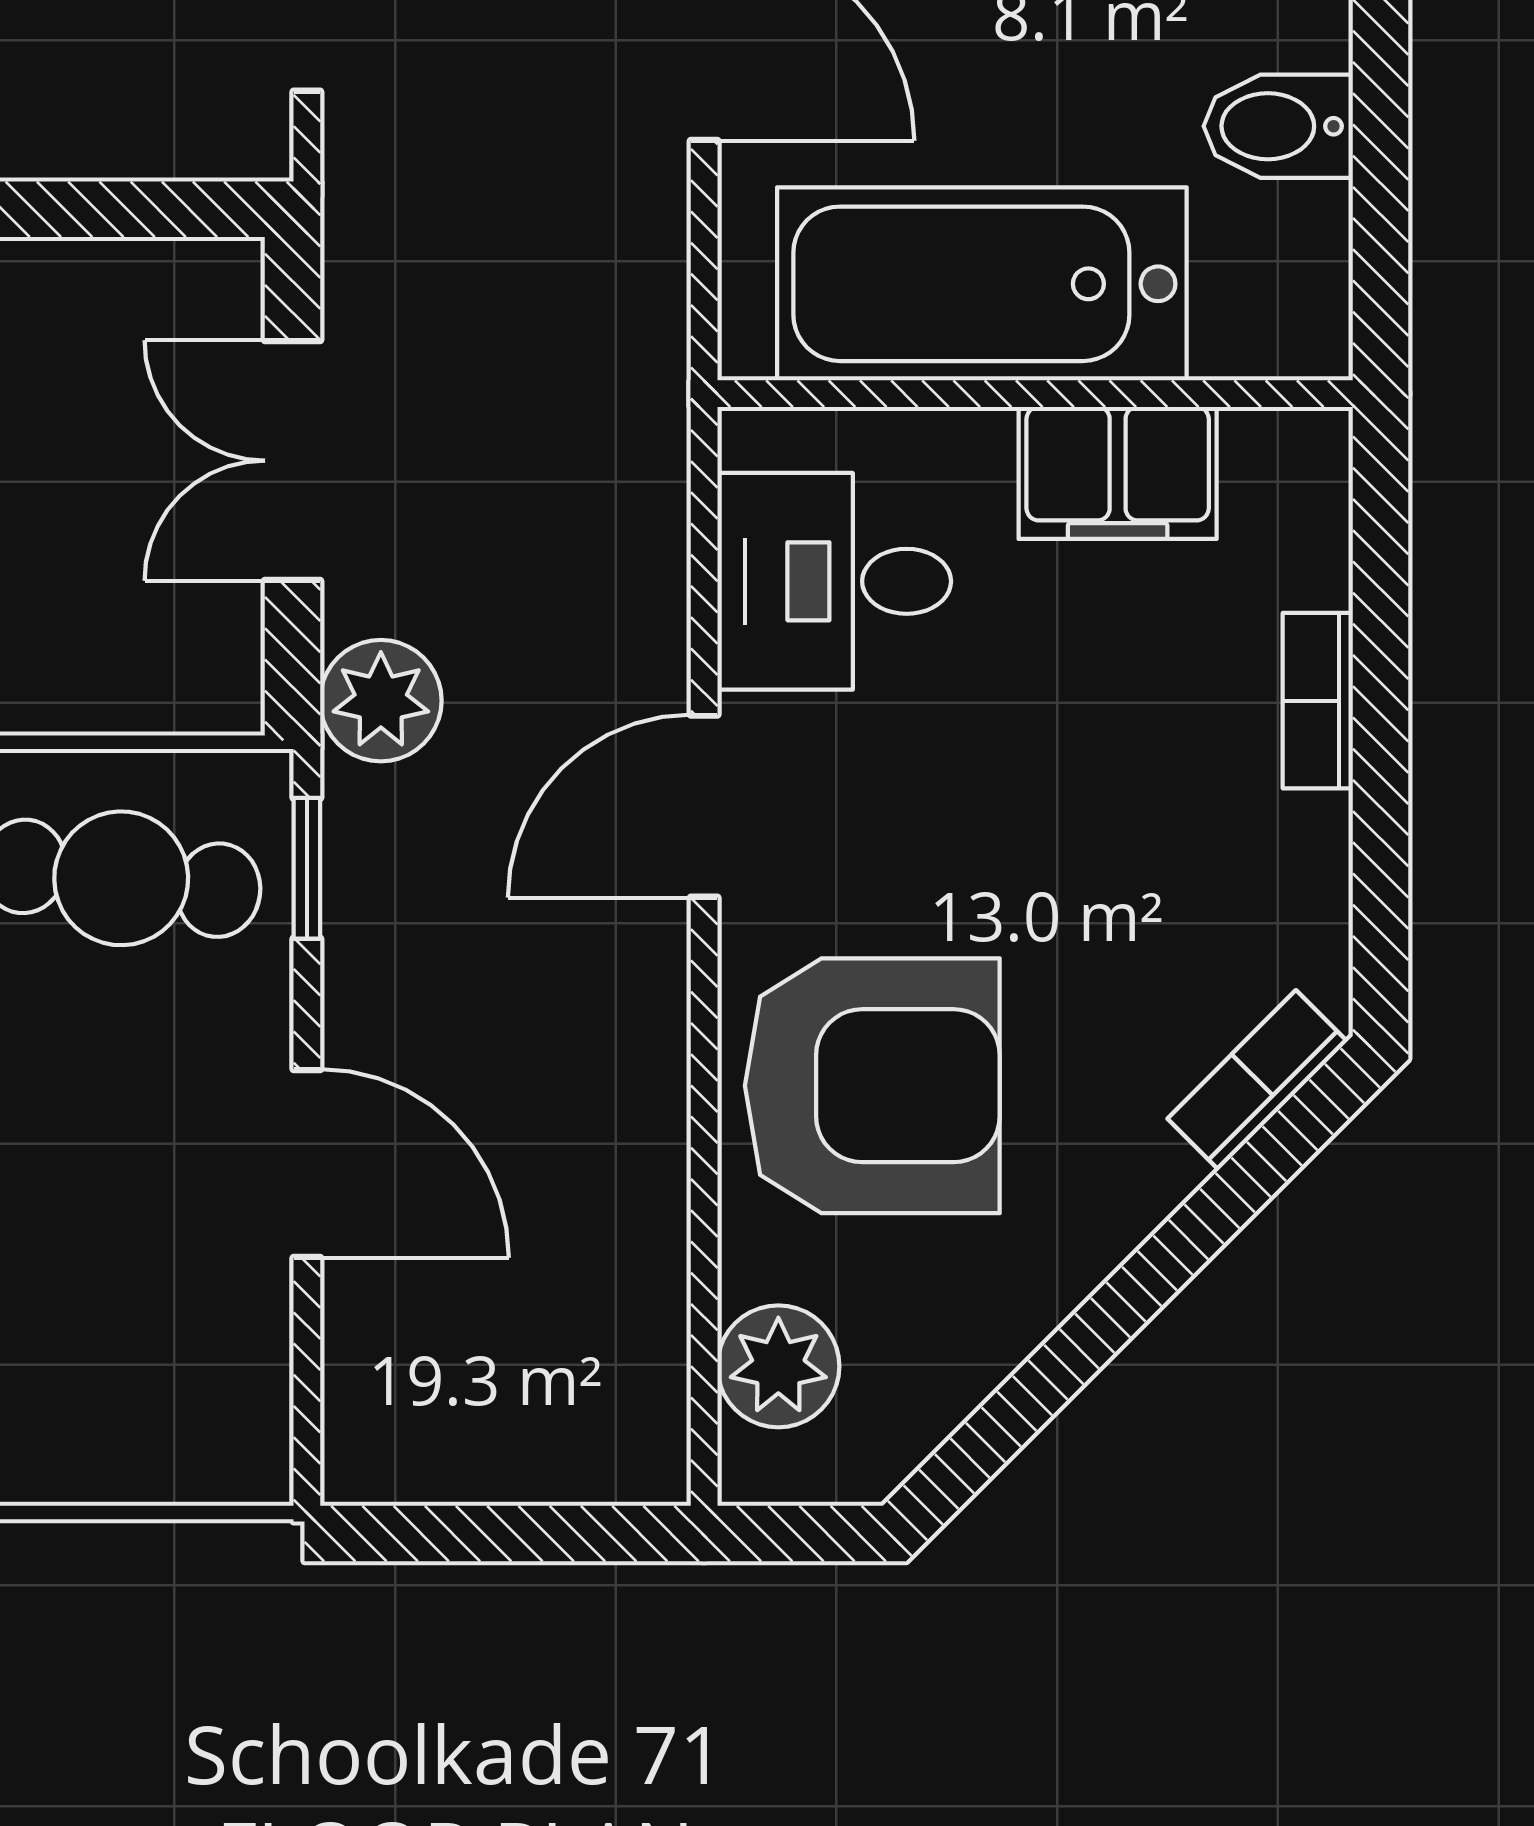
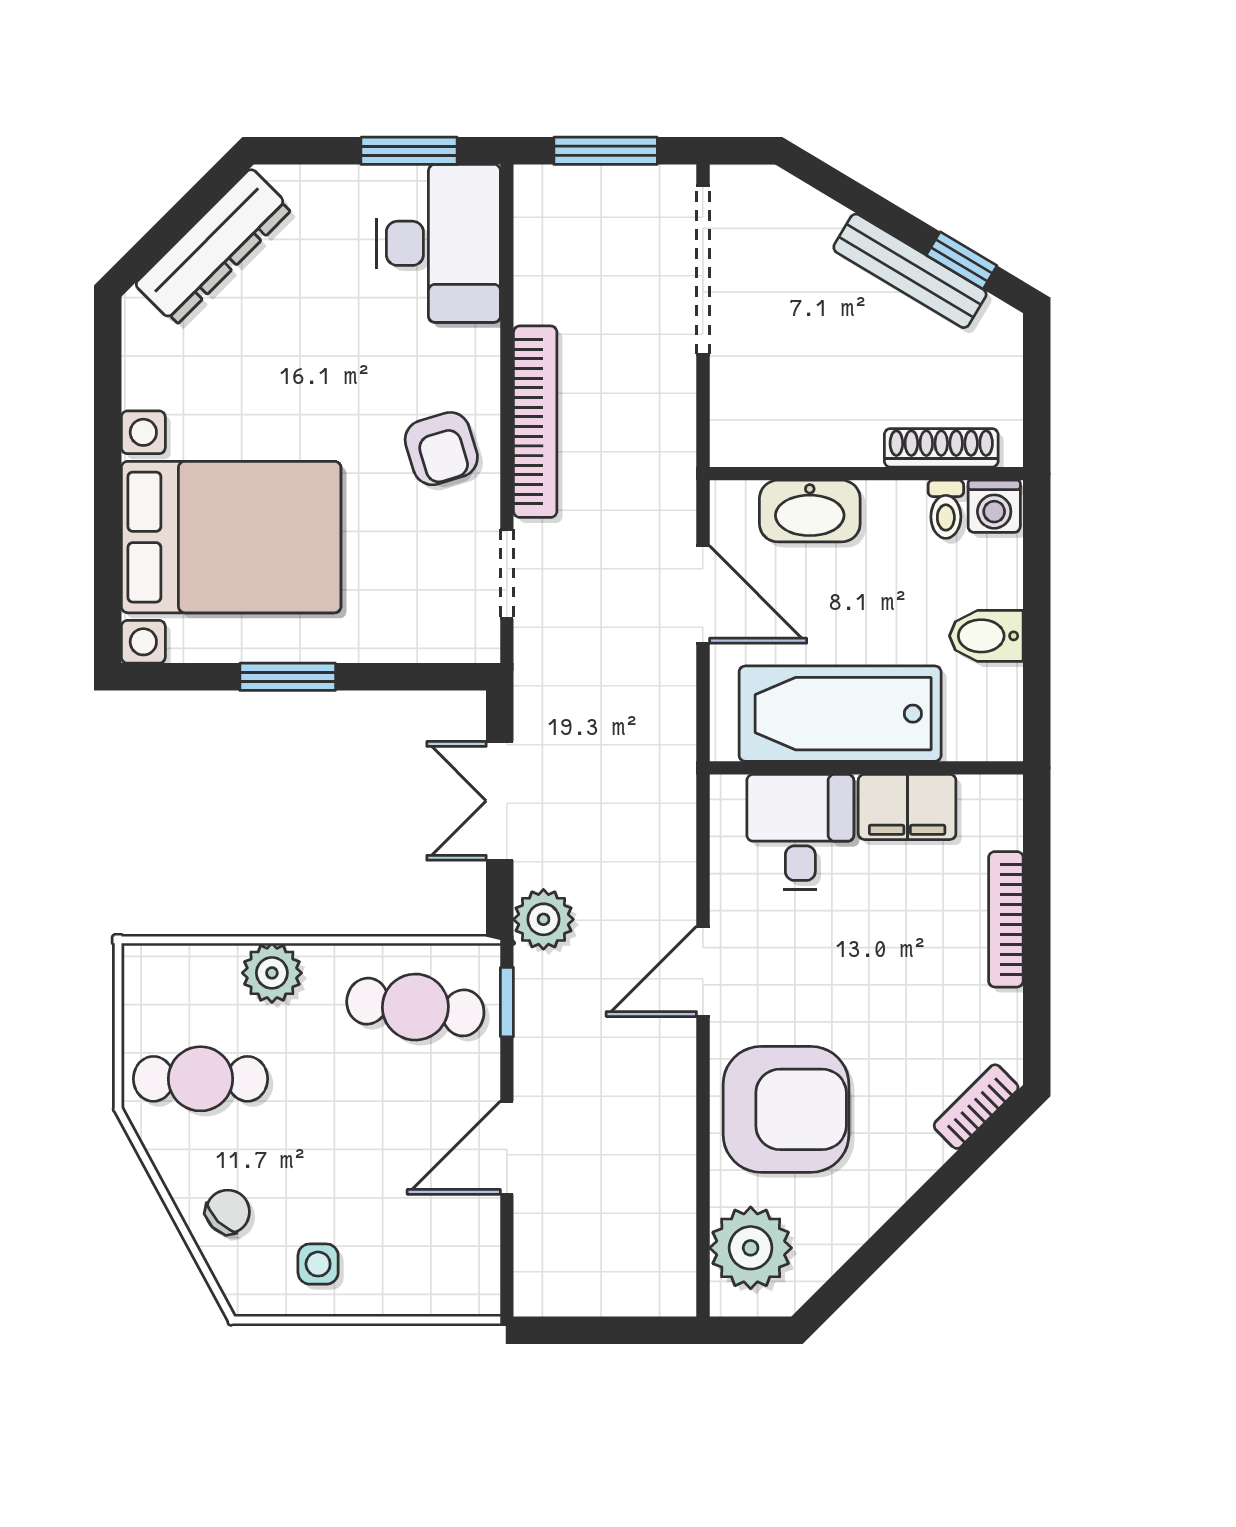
desk: (834, 581) -> (800, 832), moved, turned 90
bookcase: (1318, 701) -> (1006, 919), width x1.56
door: (307, 1164) -> (507, 1148), swing flipped
plant: (778, 1366) -> (751, 1248), width x1.36, depth x1.36

